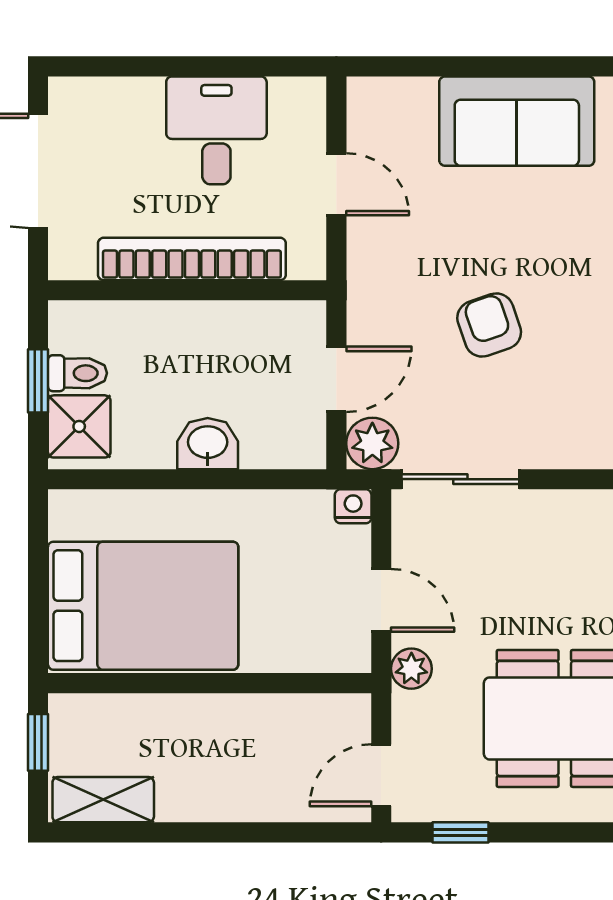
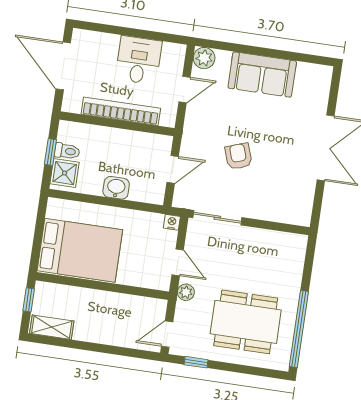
door: (336, 184) -> (184, 89), hinge flipped
plant: (372, 443) -> (204, 58), moved

